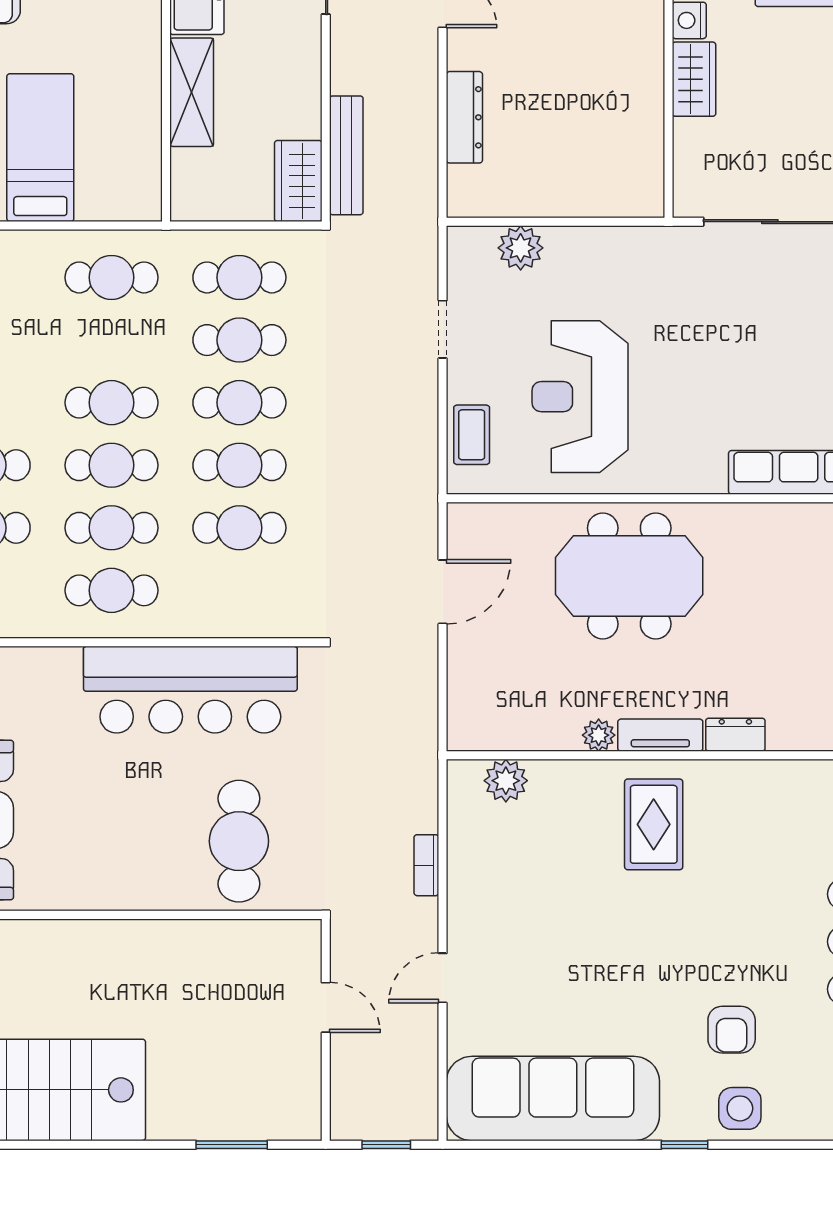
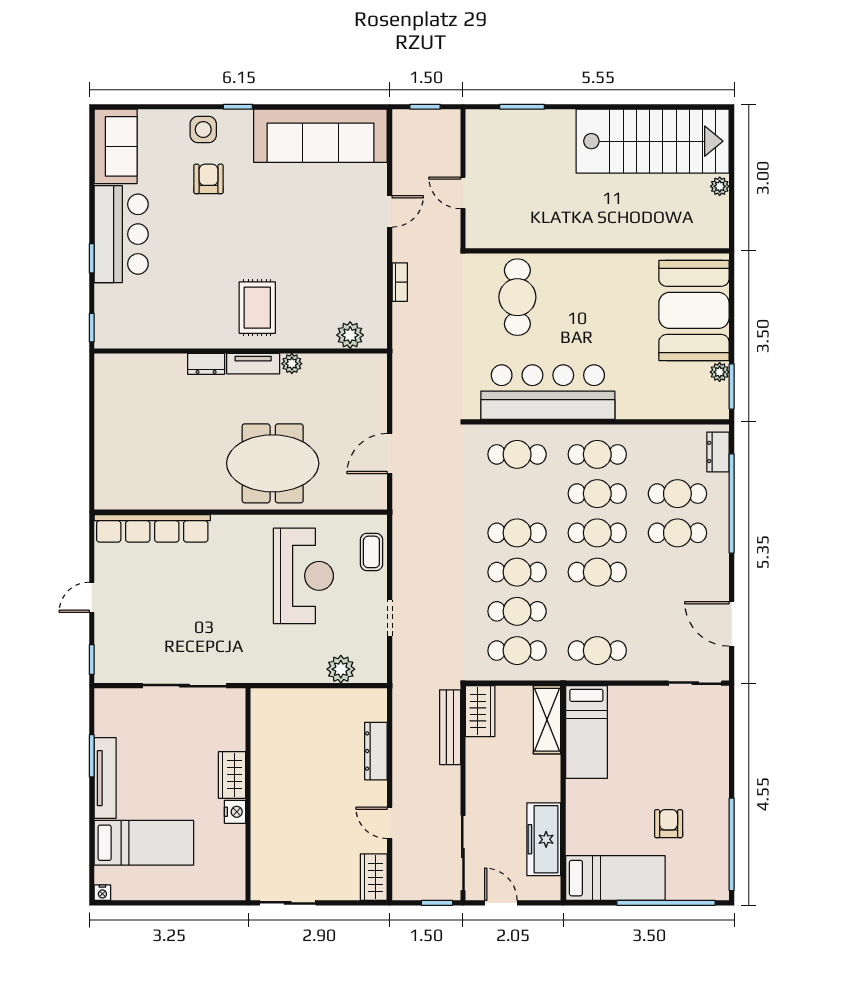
shelving: (192, 92) -> (547, 720), moved
bed: (40, 148) -> (586, 732), moved
cafe table: (239, 528) -> (517, 454), moved

